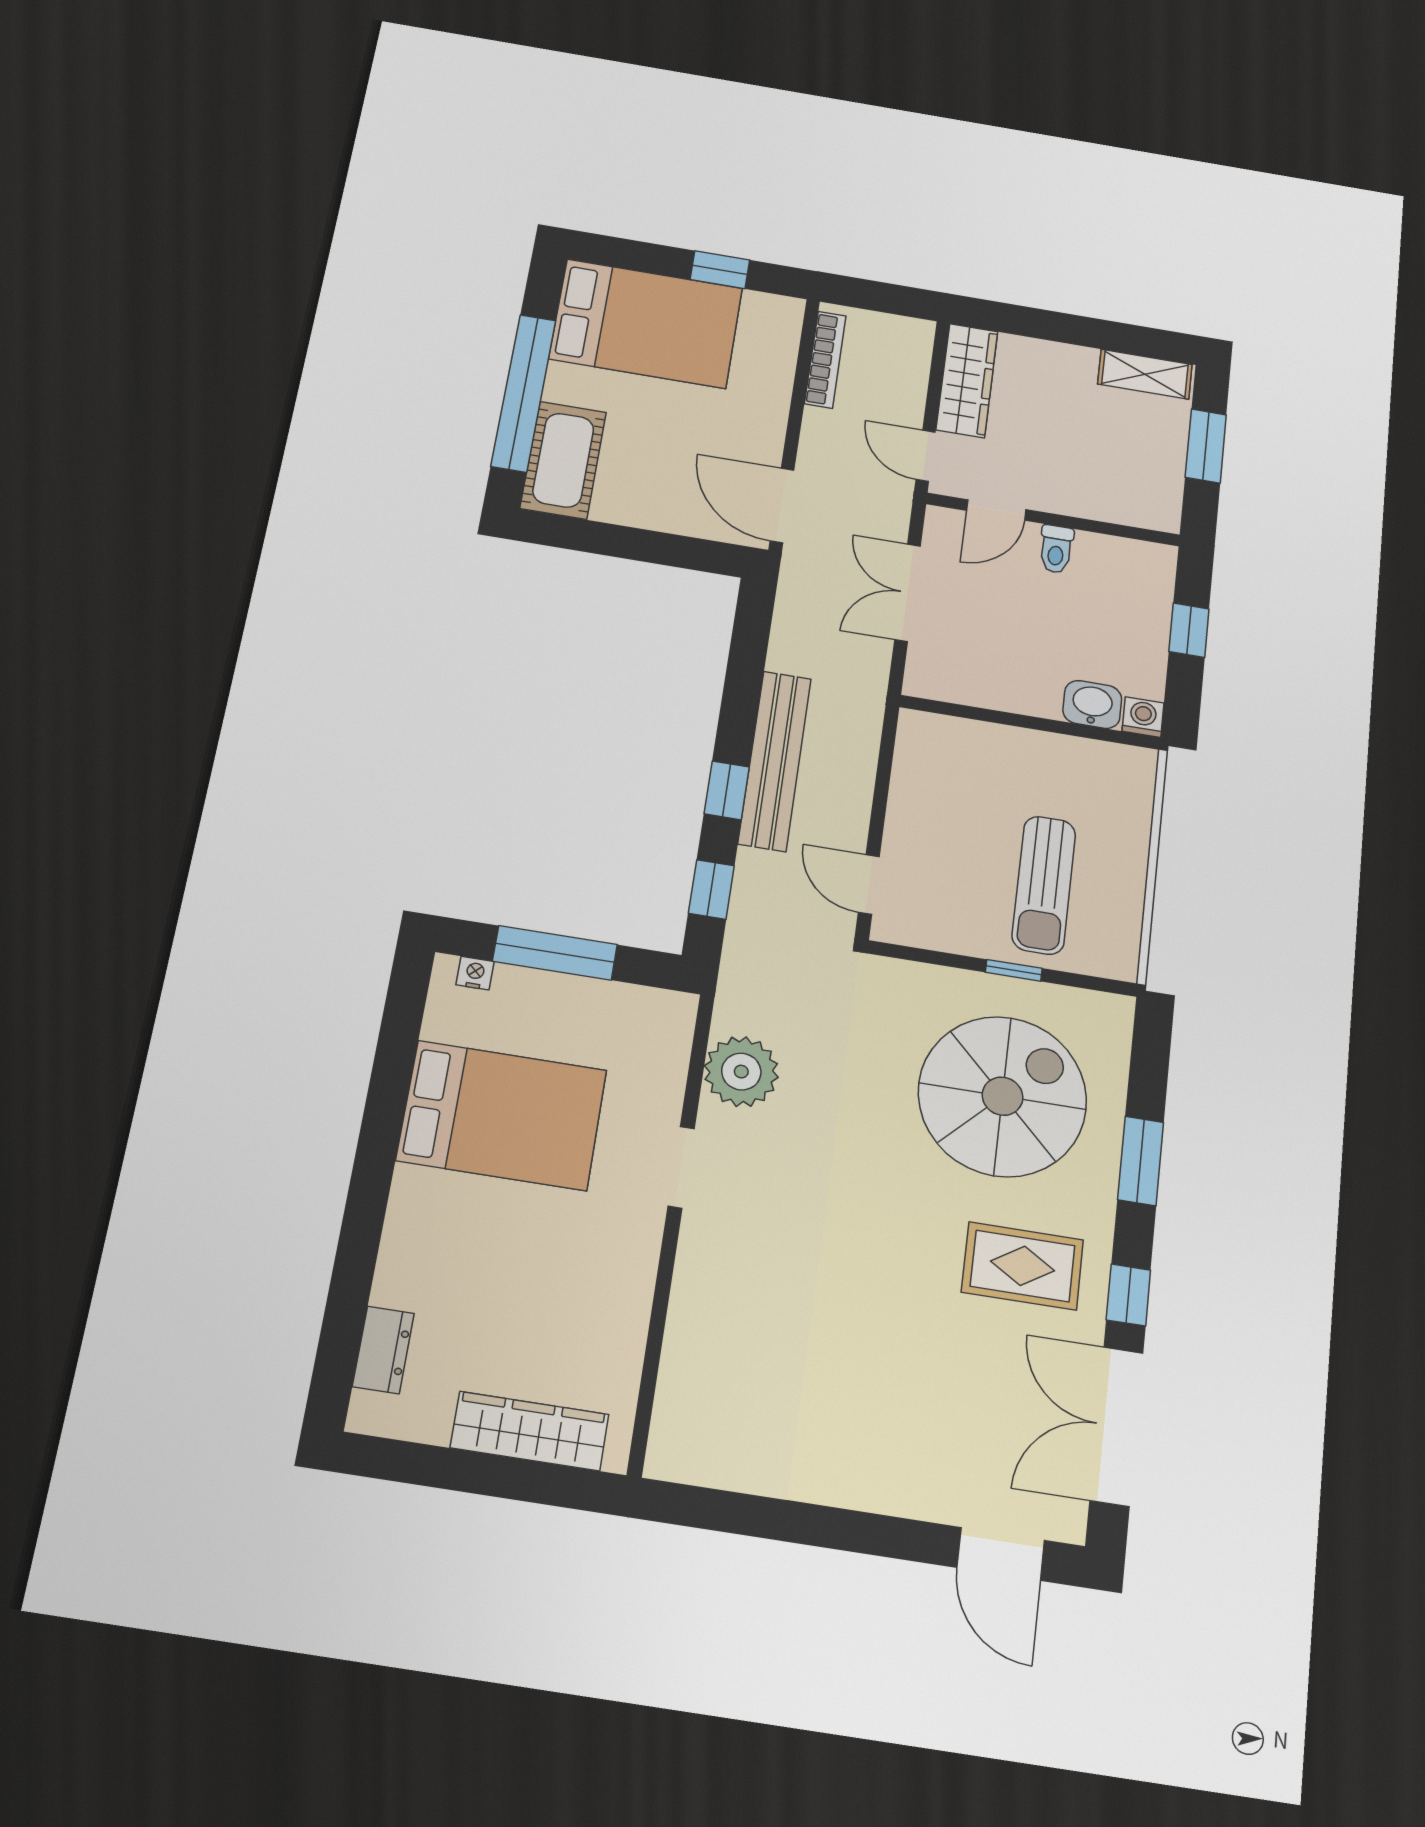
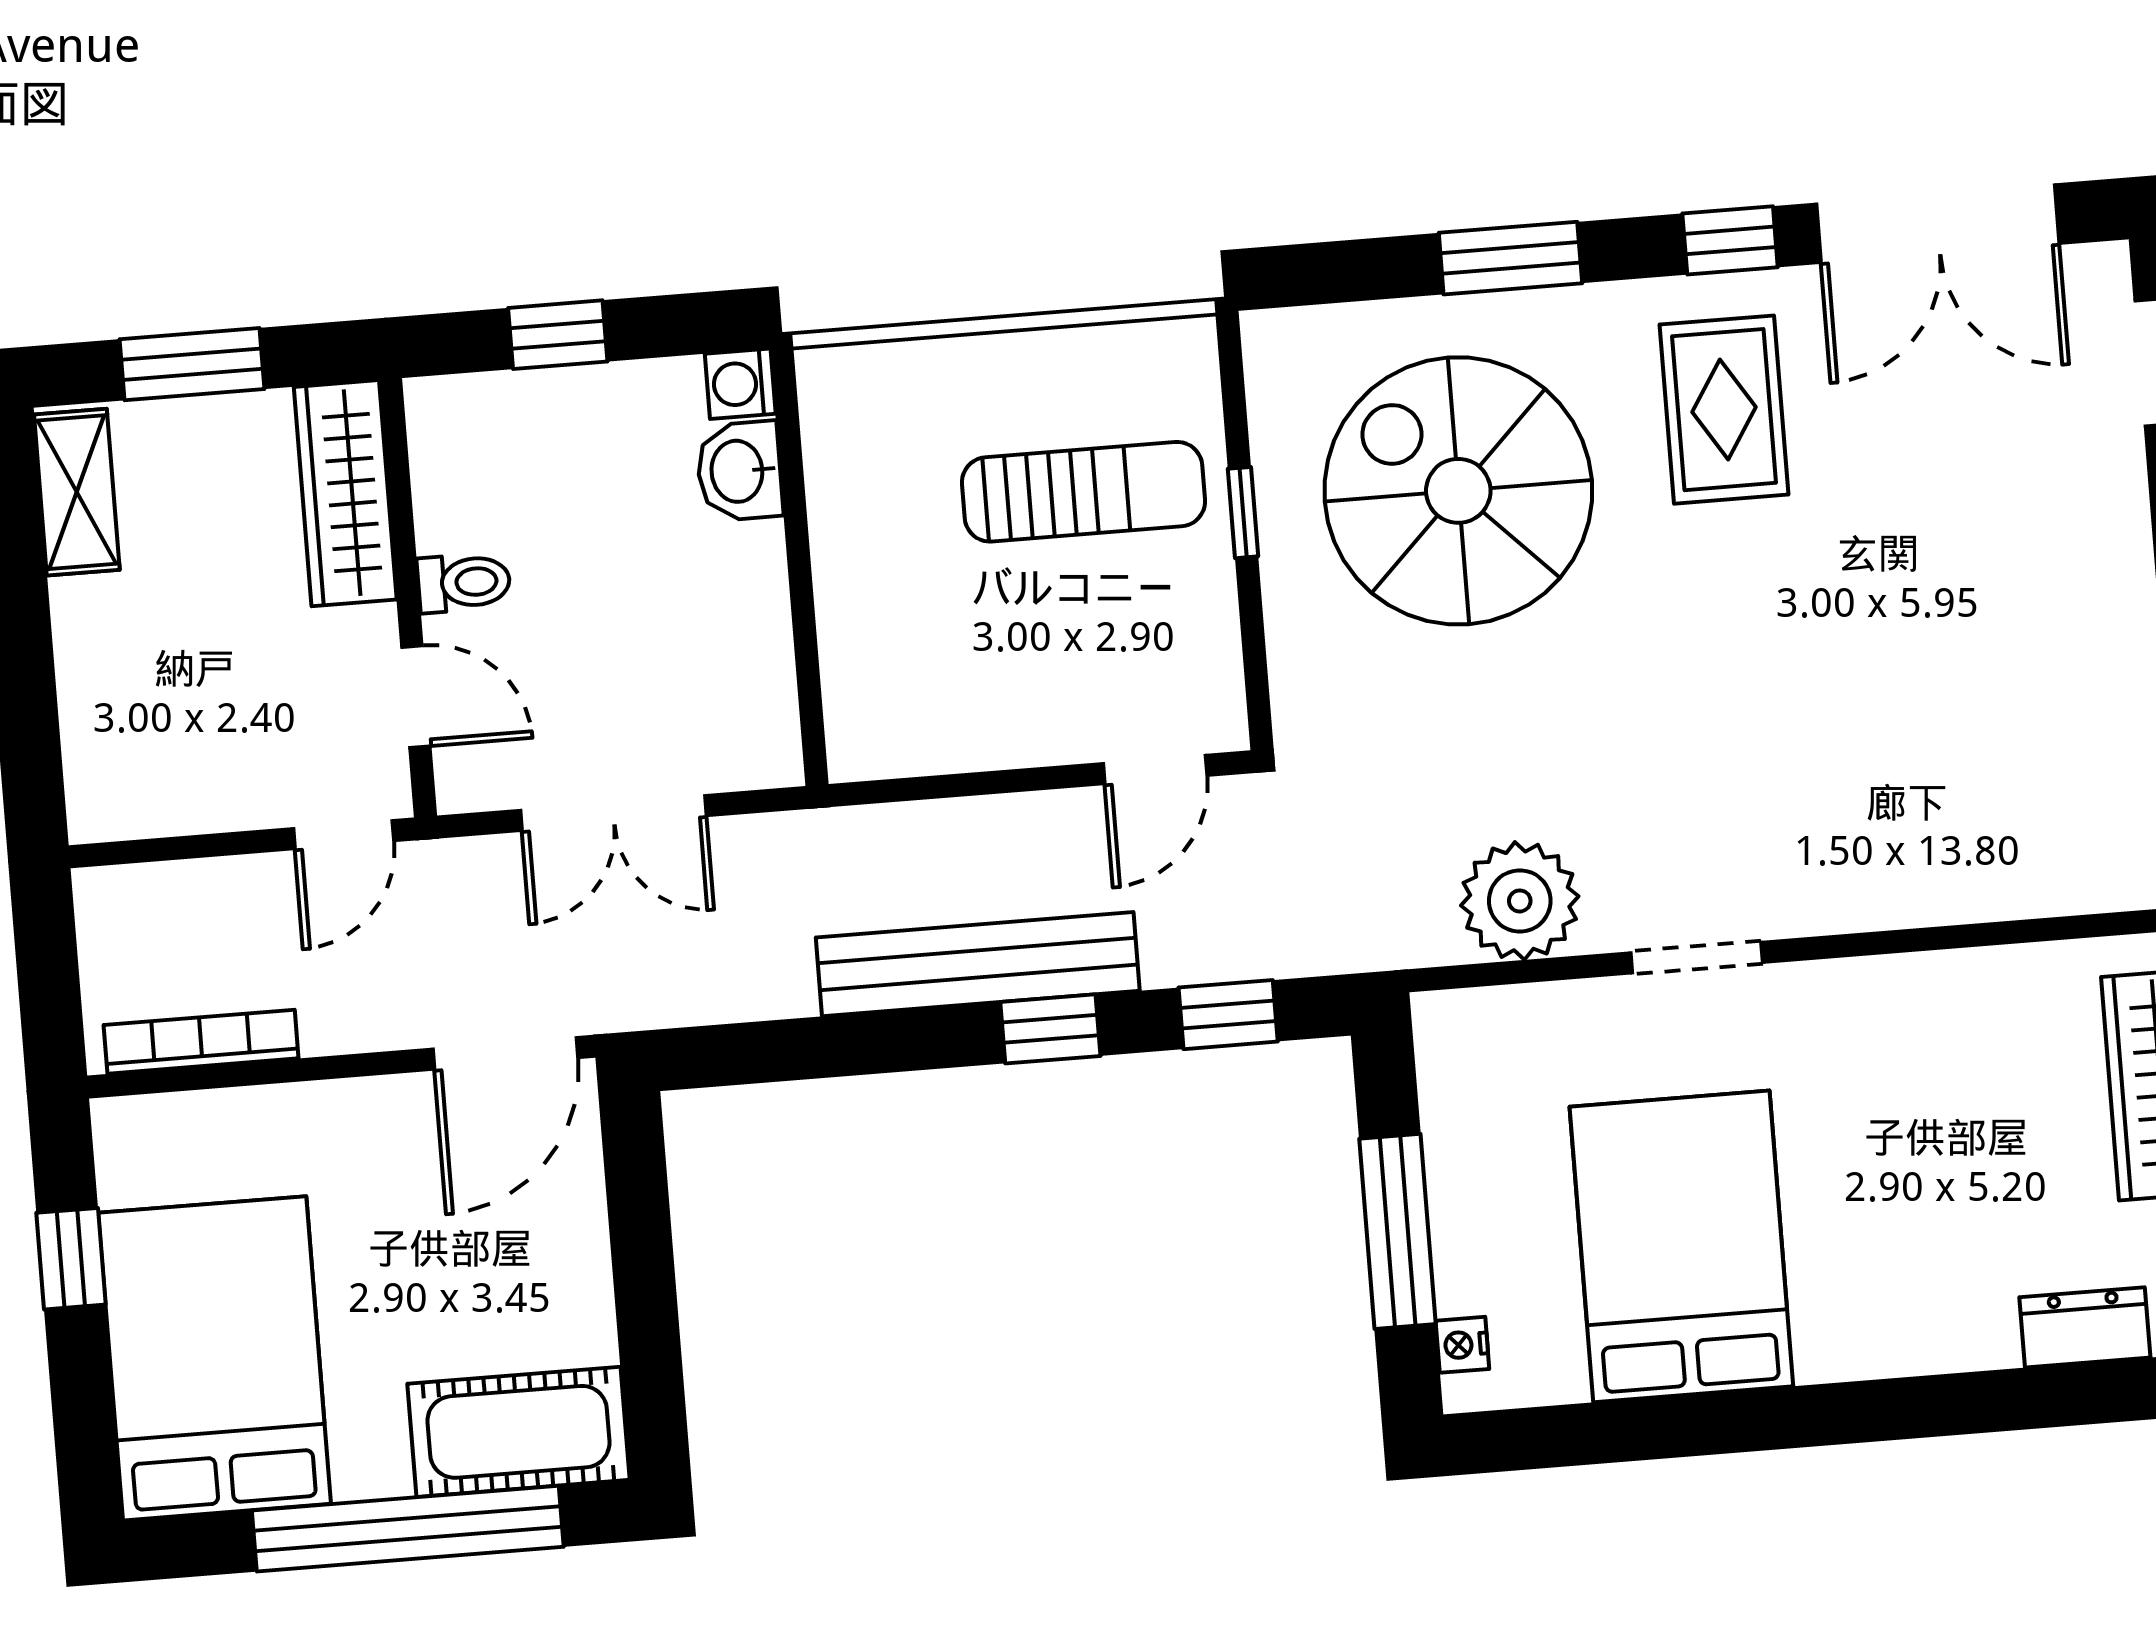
wardrobe: (967, 380) -> (345, 493), moved, turned -90

